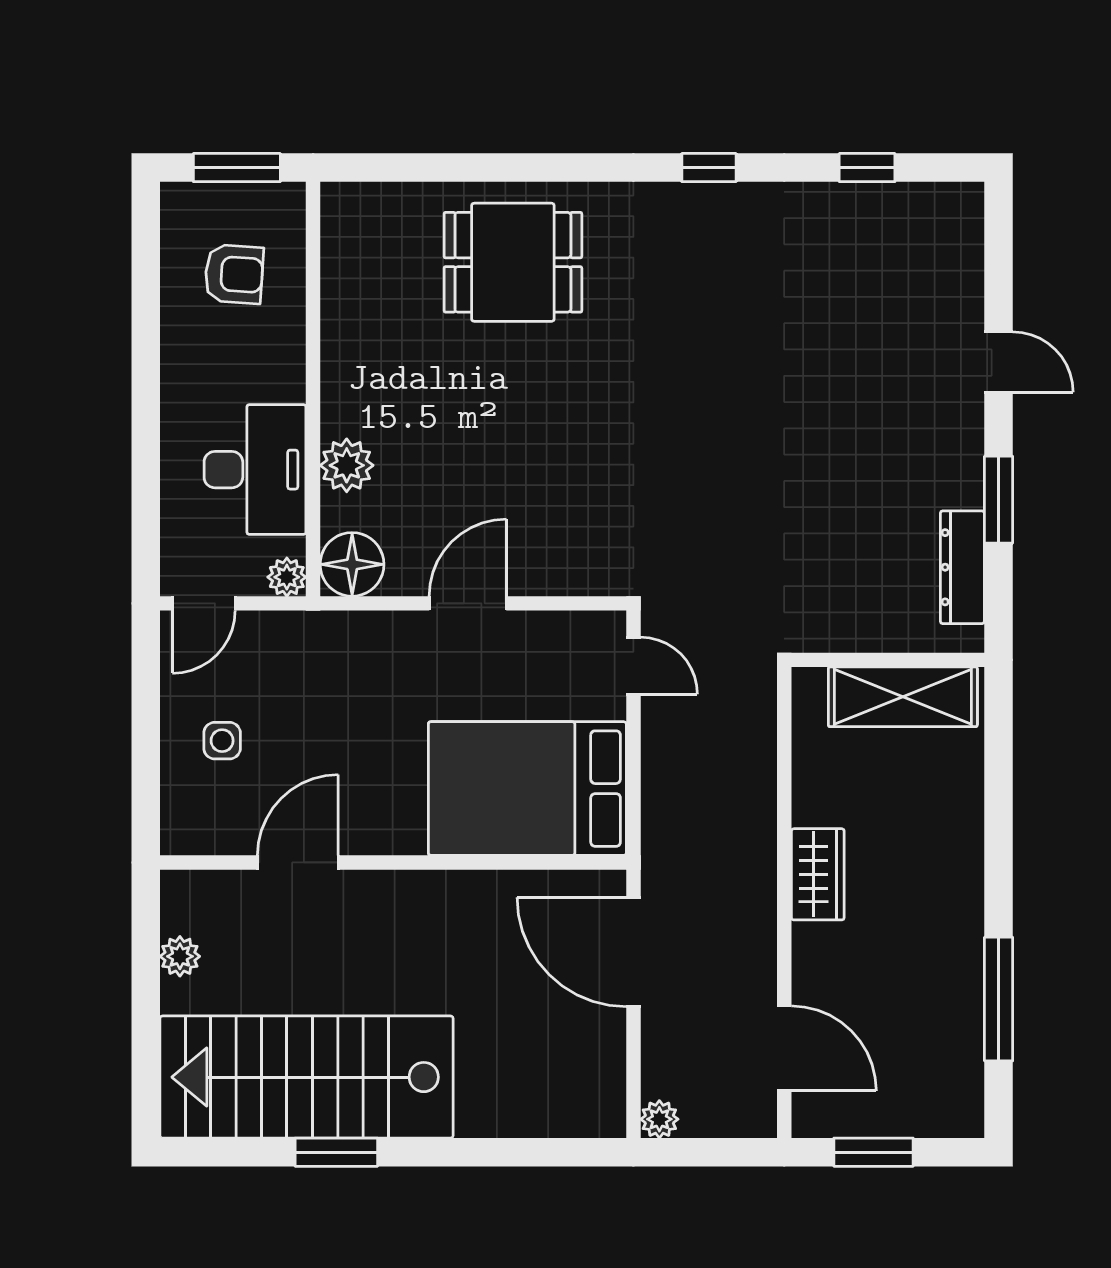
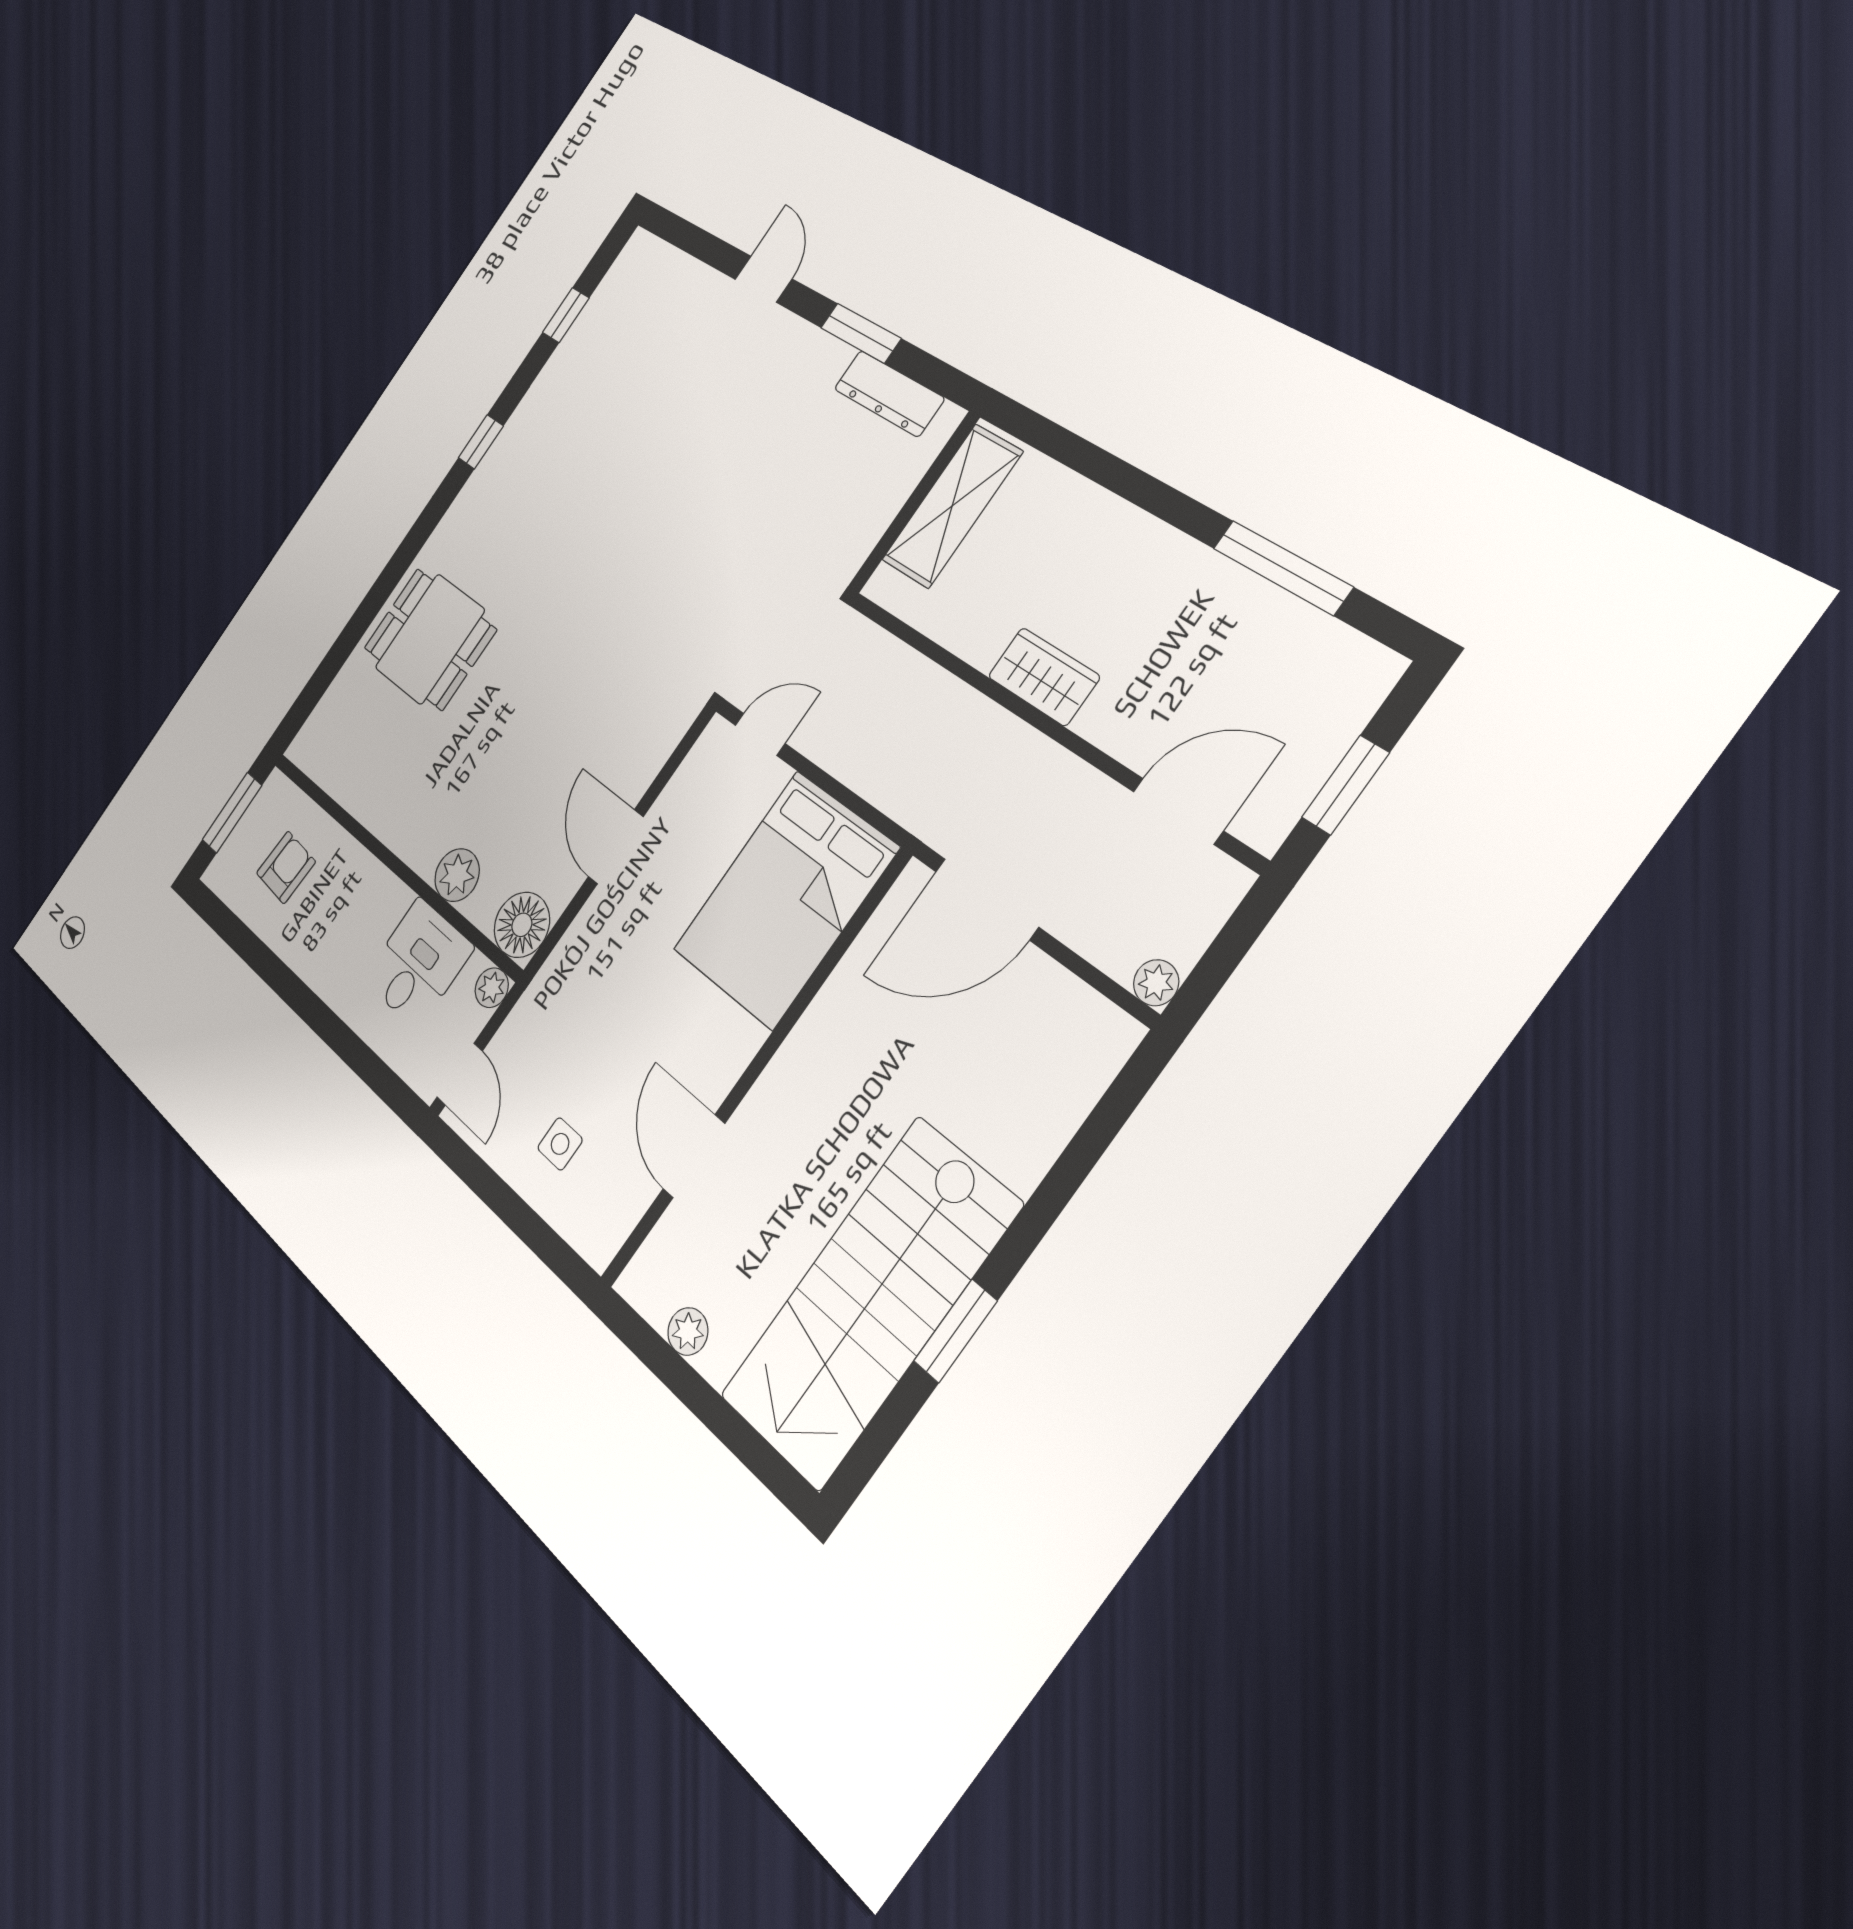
dining table: (513, 262) -> (430, 639), turned 90
door: (999, 362) -> (763, 279), hinge flipped
desk: (255, 470) -> (418, 963), width x0.73

